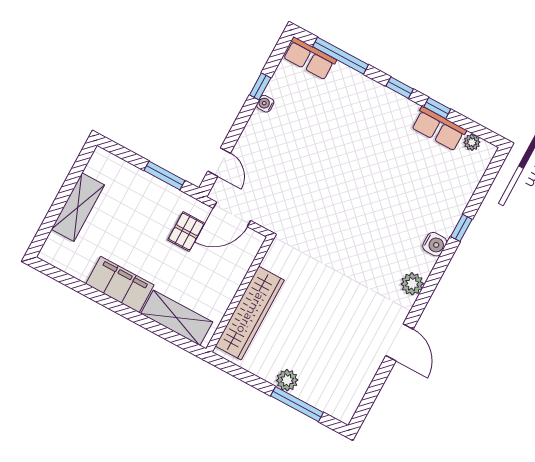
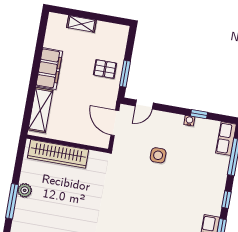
side table: (301, 167) -> (158, 155), added
shelving: (78, 207) -> (81, 24), width x0.67, depth x0.75
pallet: (186, 232) -> (105, 69), moved

